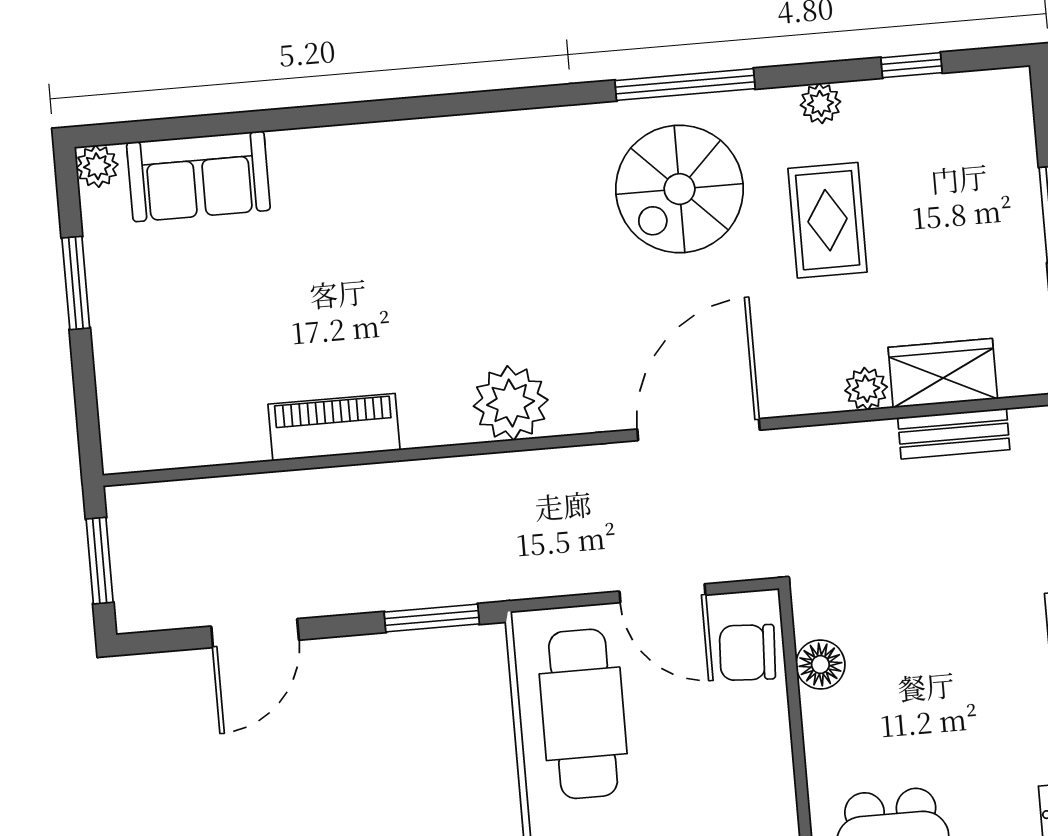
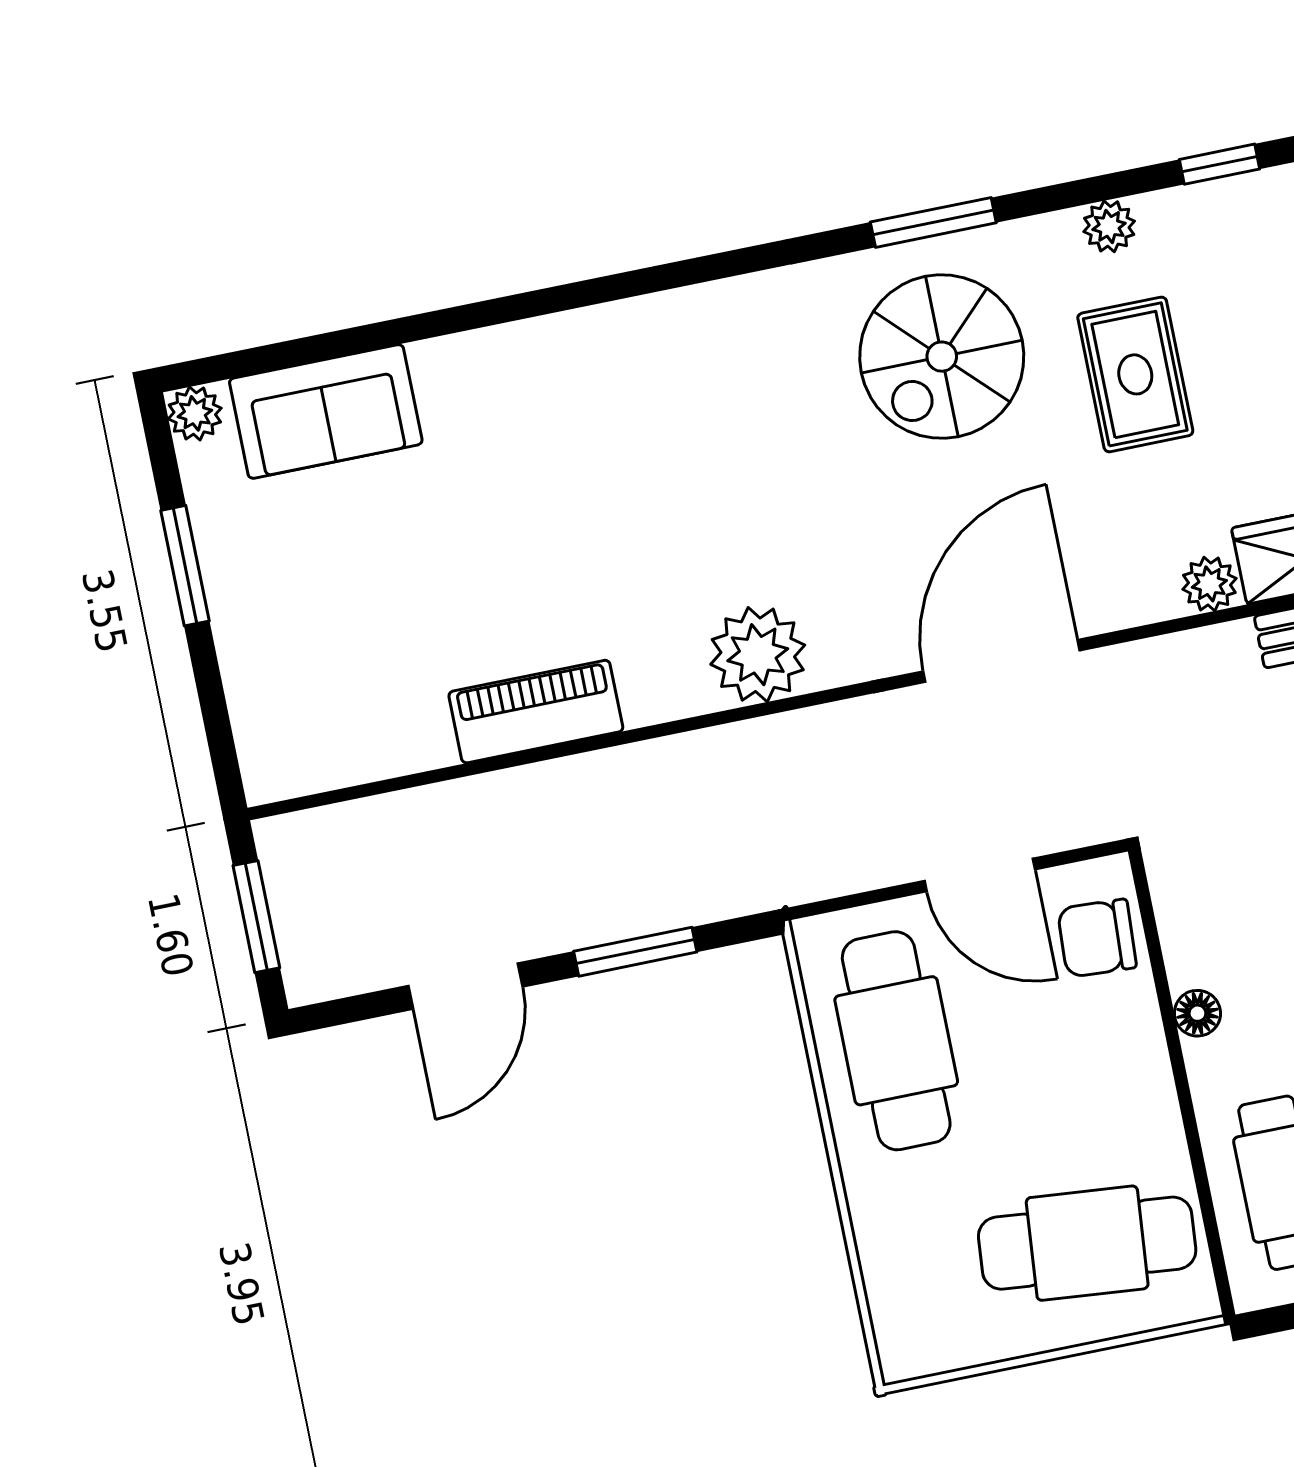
window: (685, 85) -> (933, 222), width x0.69
window: (432, 618) -> (635, 952), moved
floor lamp: (820, 664) -> (1197, 1013), moved, width x0.73, depth x0.73

